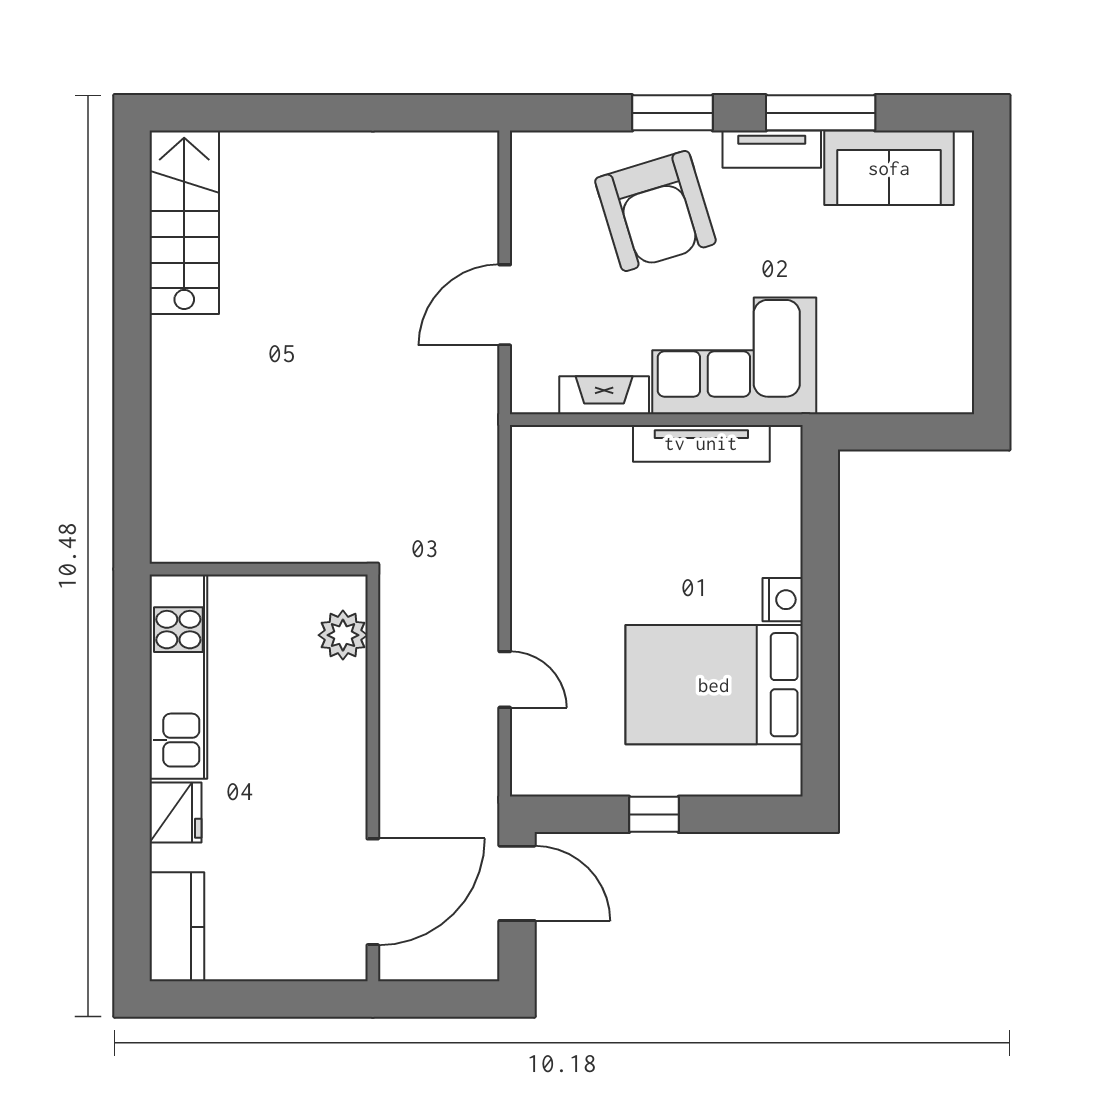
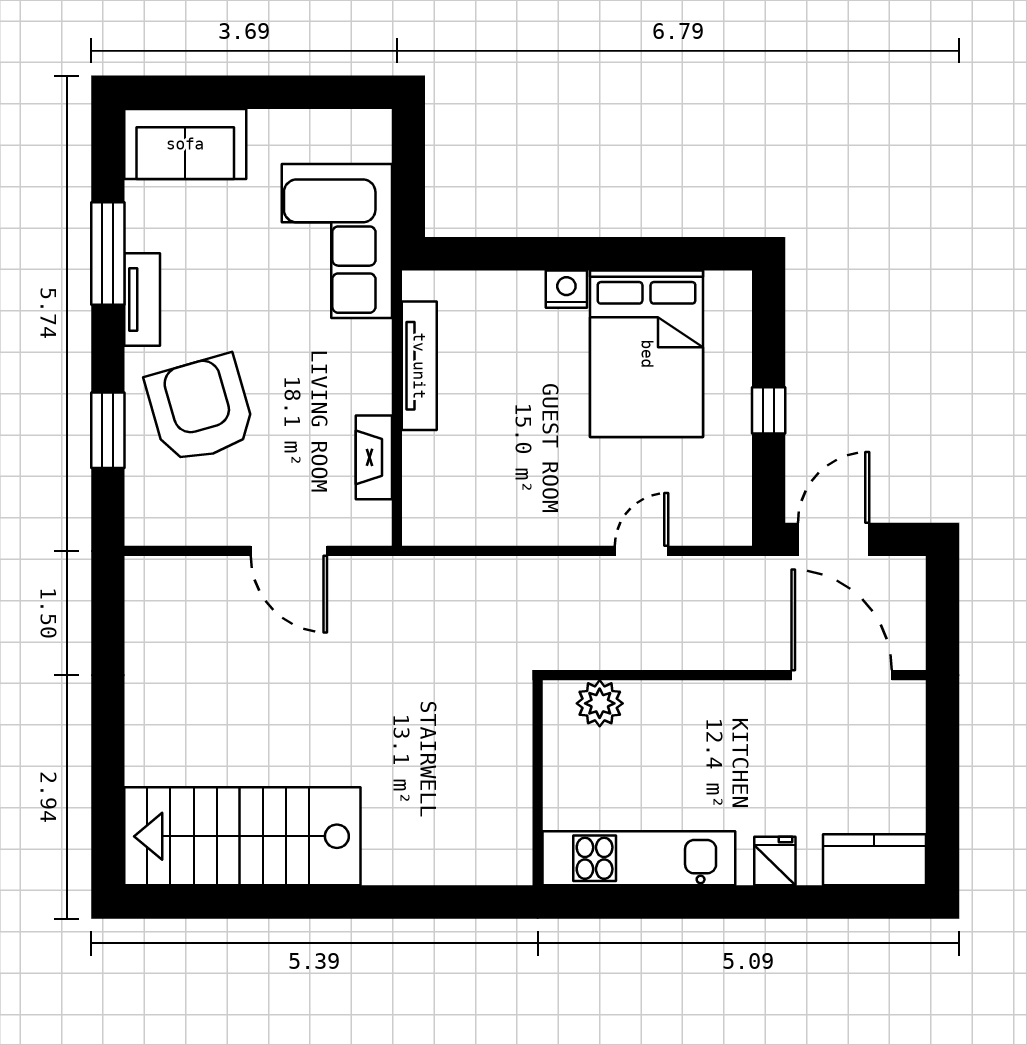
window: (673, 113) -> (108, 430), moved
sofa: (889, 168) -> (185, 144), moved, turned 90
armchair: (655, 211) -> (200, 409), turned -89
stairs: (184, 222) -> (242, 836), width x1.36, depth x1.51
corner sofa: (734, 356) -> (337, 241), moved
fridge: (176, 813) -> (775, 861), width x0.72

